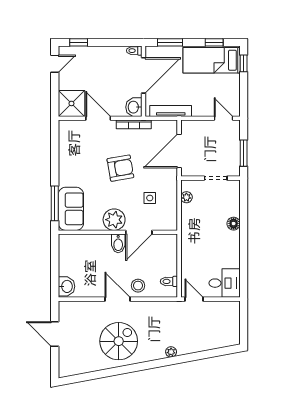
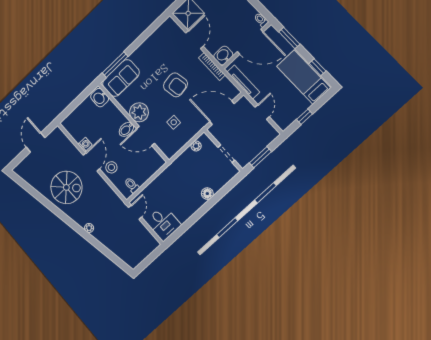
window: (244, 63) -> (305, 117), moved
door: (223, 118) -> (262, 112), moved
washbasin: (67, 286) -> (100, 98), moved, turned 90
washing machine: (98, 291) -> (85, 145), added

